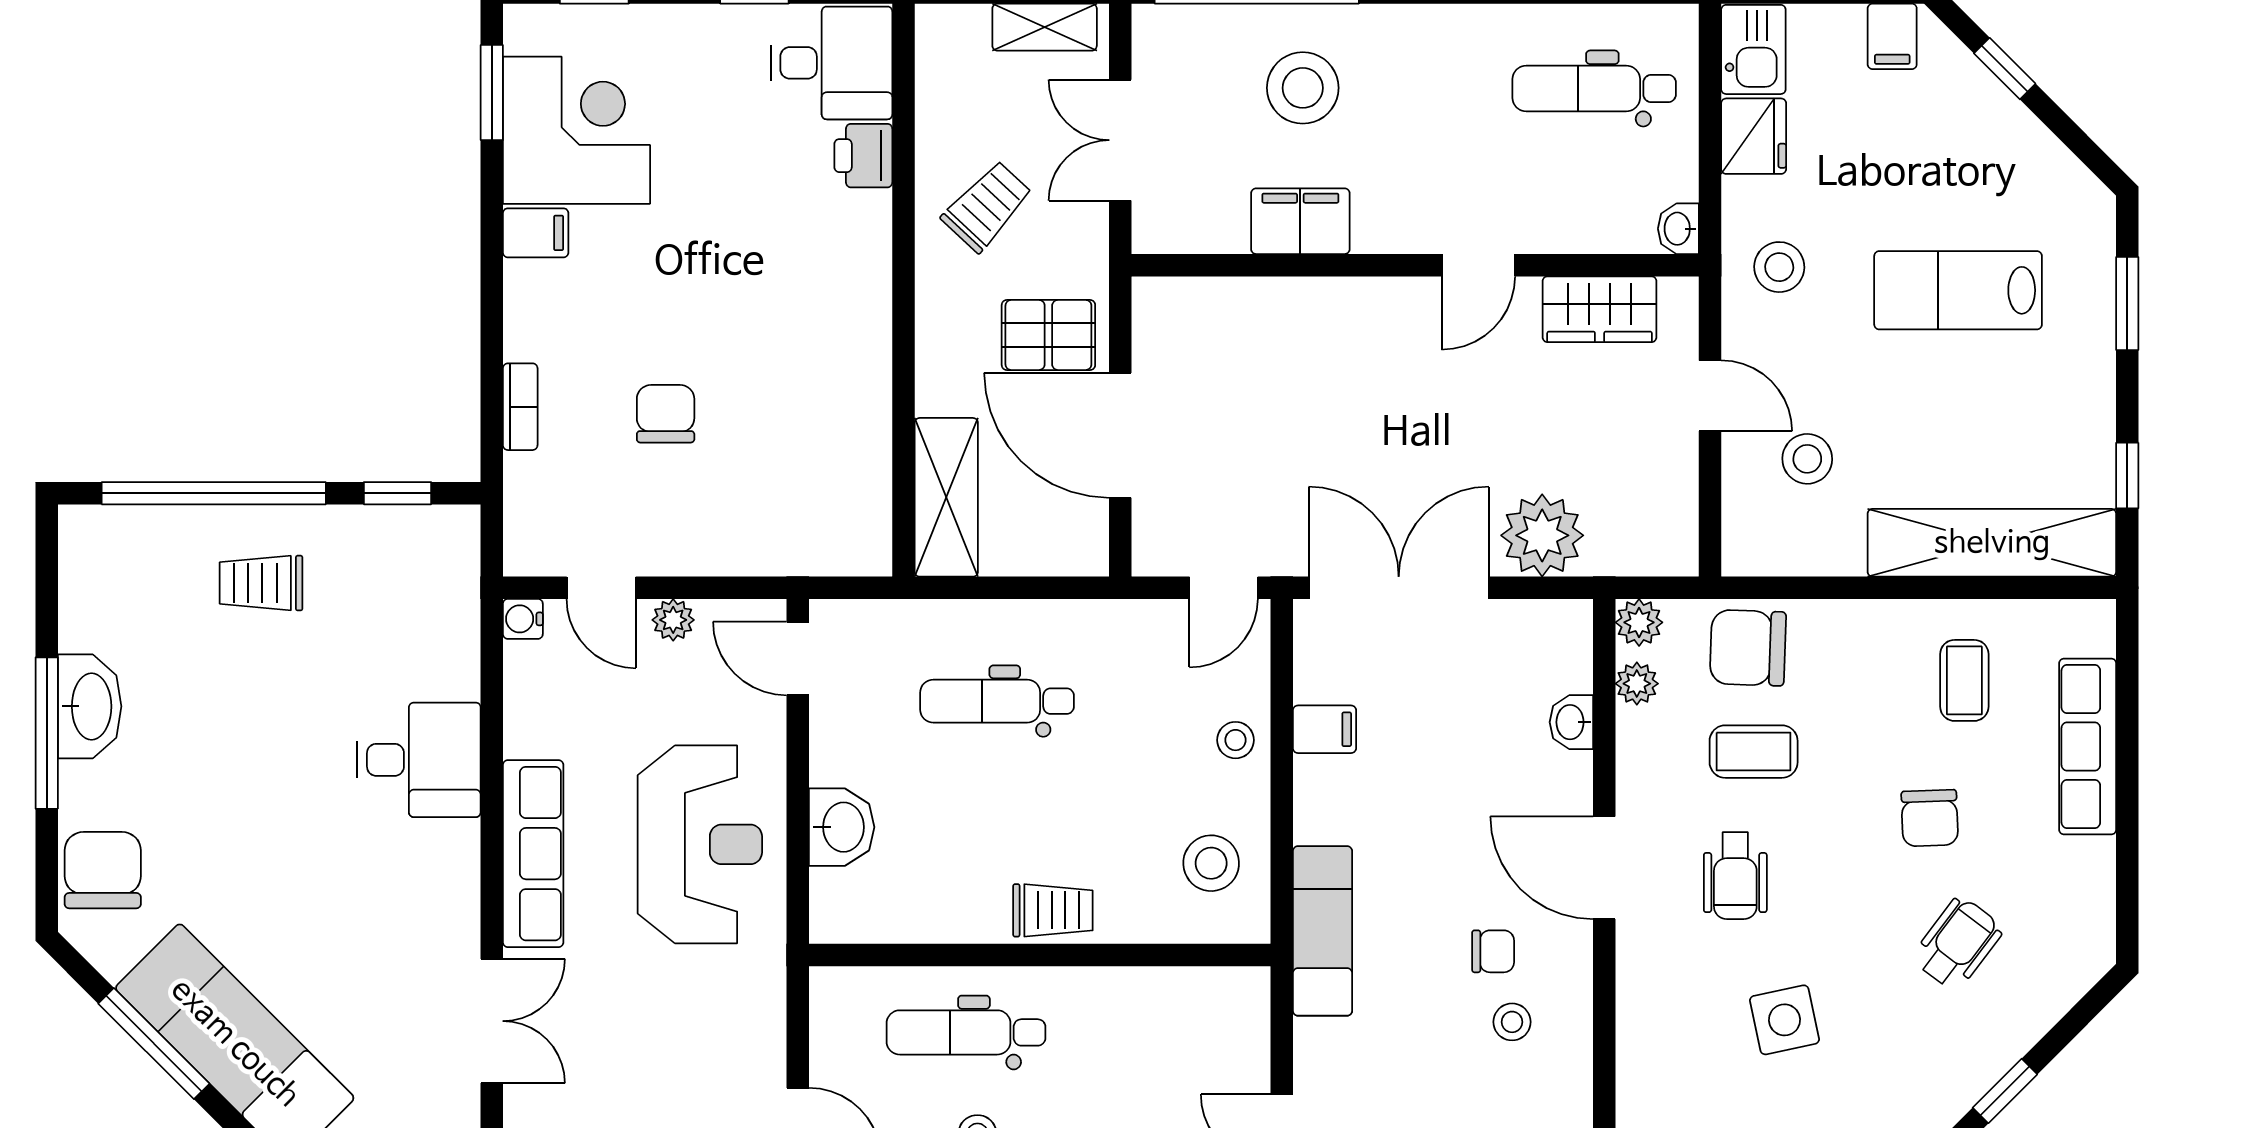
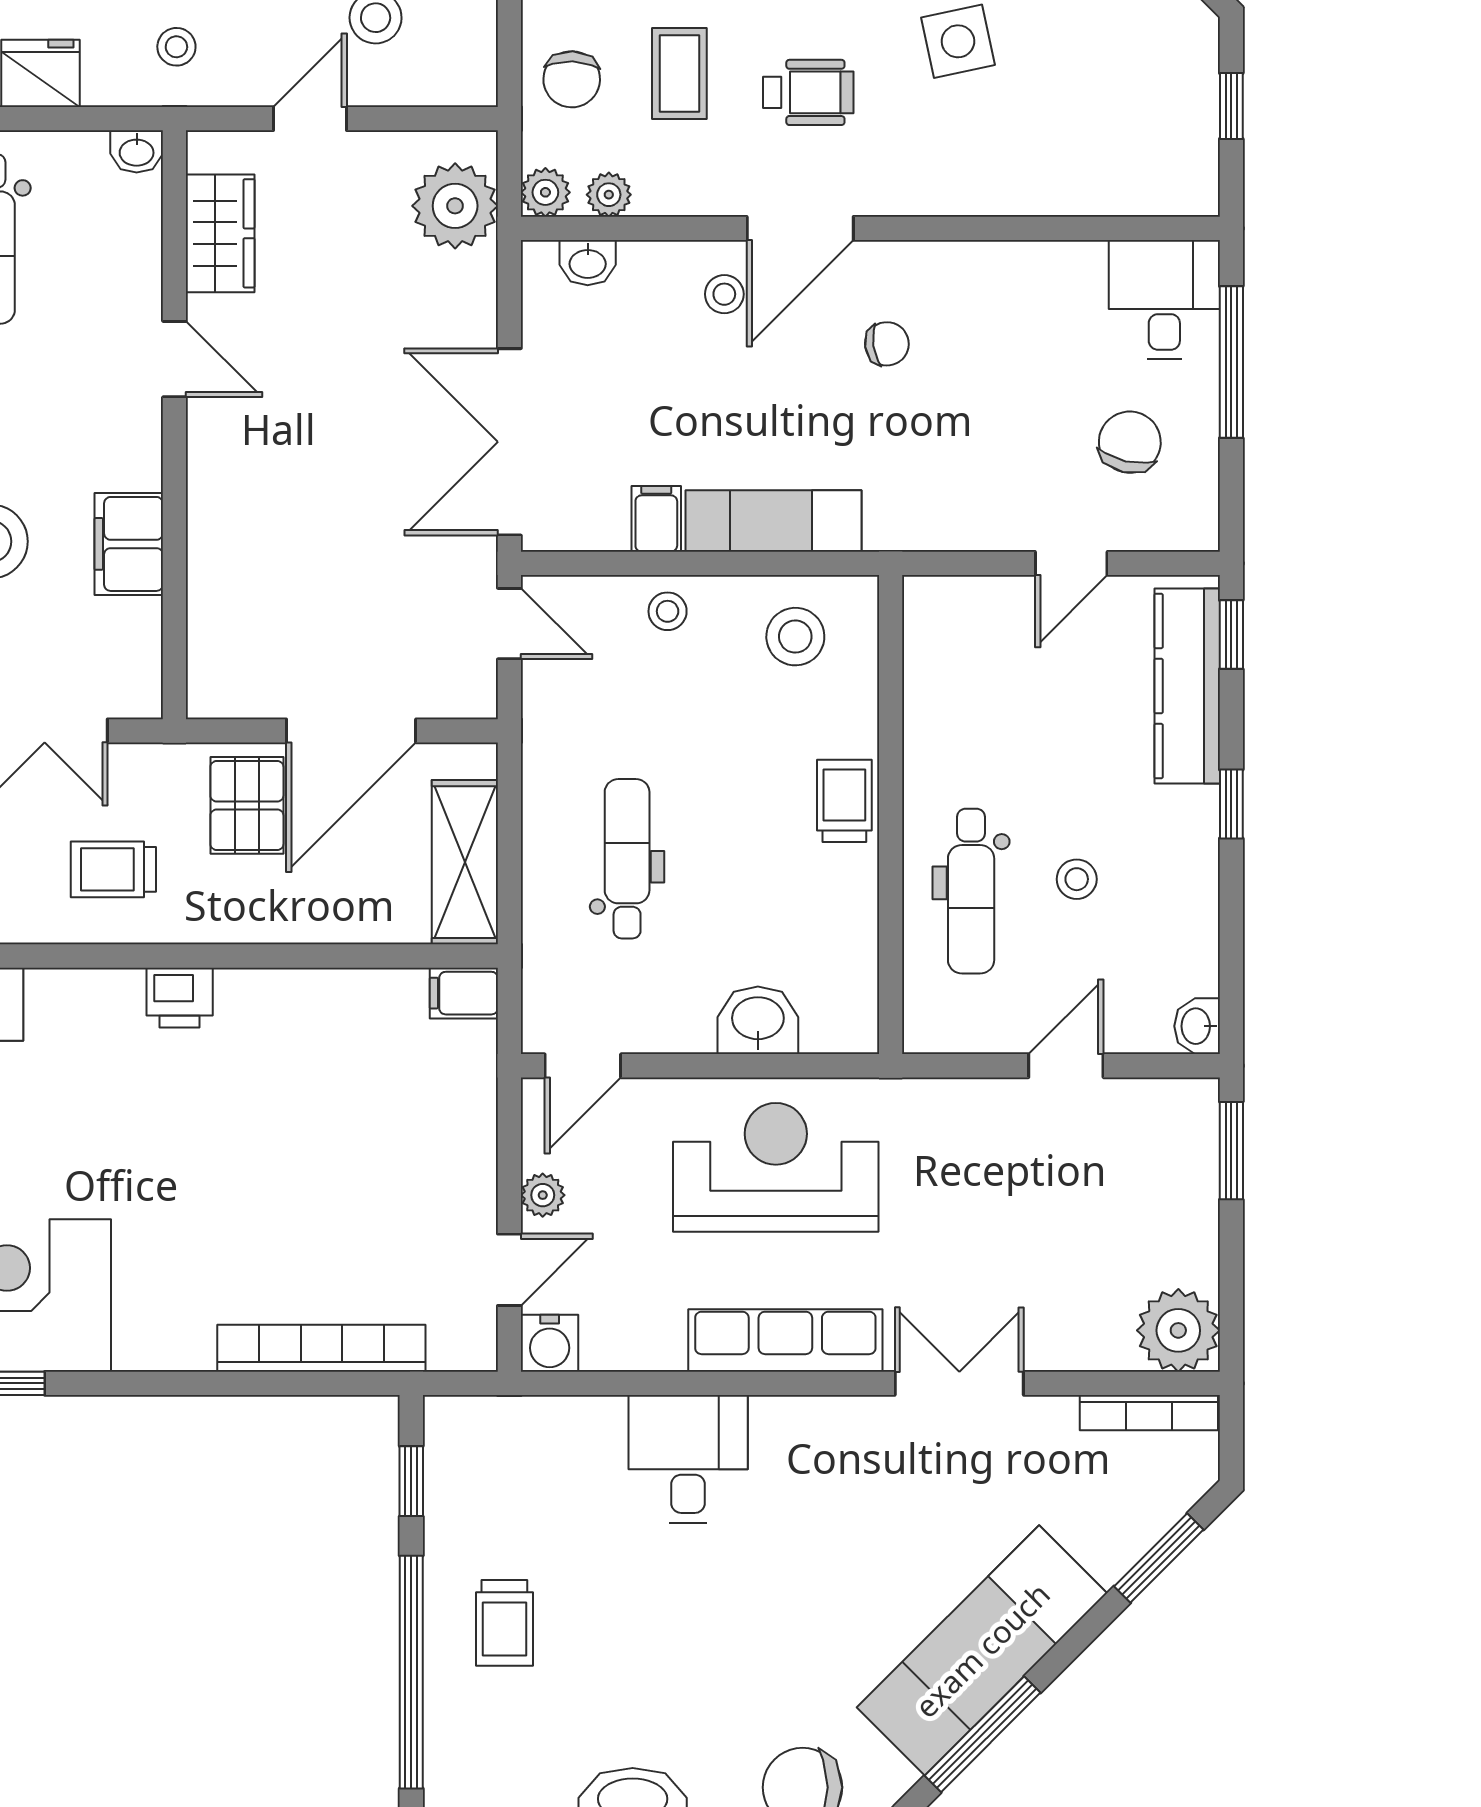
printer: (863, 156) -> (180, 998), moved
trolley: (987, 206) -> (113, 869), turned -43
filing cabinet: (536, 233) -> (464, 993), moved, turned -90
stool: (1779, 267) -> (176, 47), width x0.73, depth x0.73
bookcase: (520, 407) -> (321, 1348), width x2.31, depth x1.31
chair: (666, 414) -> (329, 1203), removed
shelving: (946, 497) -> (465, 862), moved, turned 90
plant: (1542, 535) -> (455, 206), moved
water cooler: (523, 619) -> (550, 1343), width x1.38, depth x1.38
chair: (1748, 648) -> (572, 79), width x0.73, depth x0.73
dental chair: (997, 701) -> (627, 859), turned 180
washbasin: (1571, 722) -> (588, 263), moved
exam couch: (1322, 931) -> (774, 521), moved
chair: (1493, 951) -> (887, 344), turned 82
stool: (1512, 1022) -> (724, 294), moved

